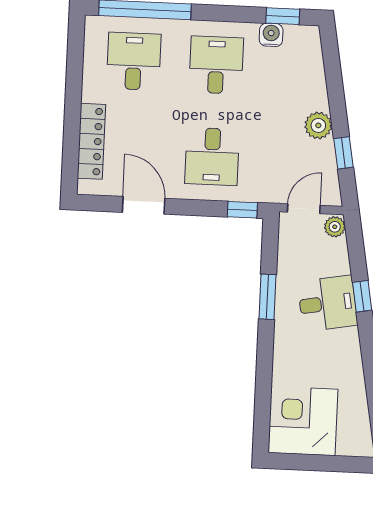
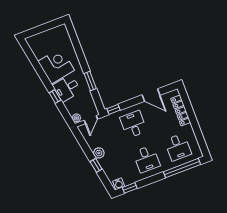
water cooler: (271, 35) -> (119, 184), moved
window: (344, 153) -> (96, 165), moved
corner desk: (303, 421) -> (56, 66), moved, turned -100

